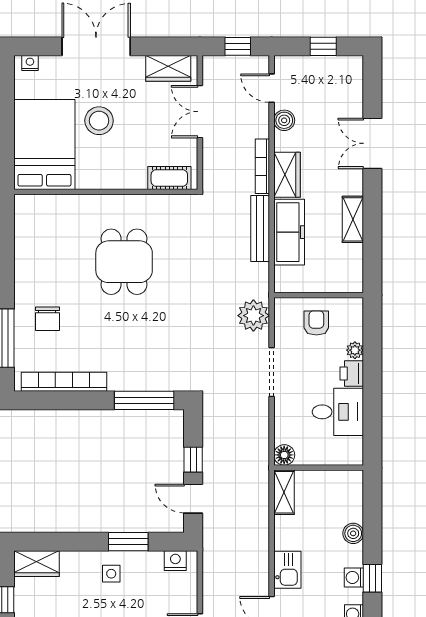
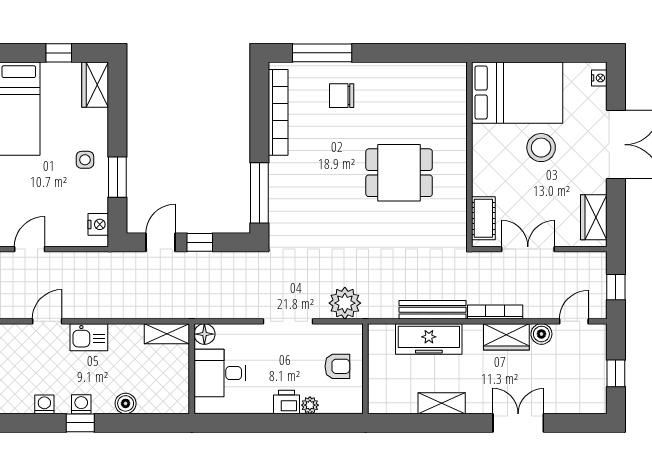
double door: (200, 112) -> (528, 249), moved
wardrobe: (287, 175) -> (506, 337), moved
desk: (338, 412) -> (220, 373), moved, turned 90

